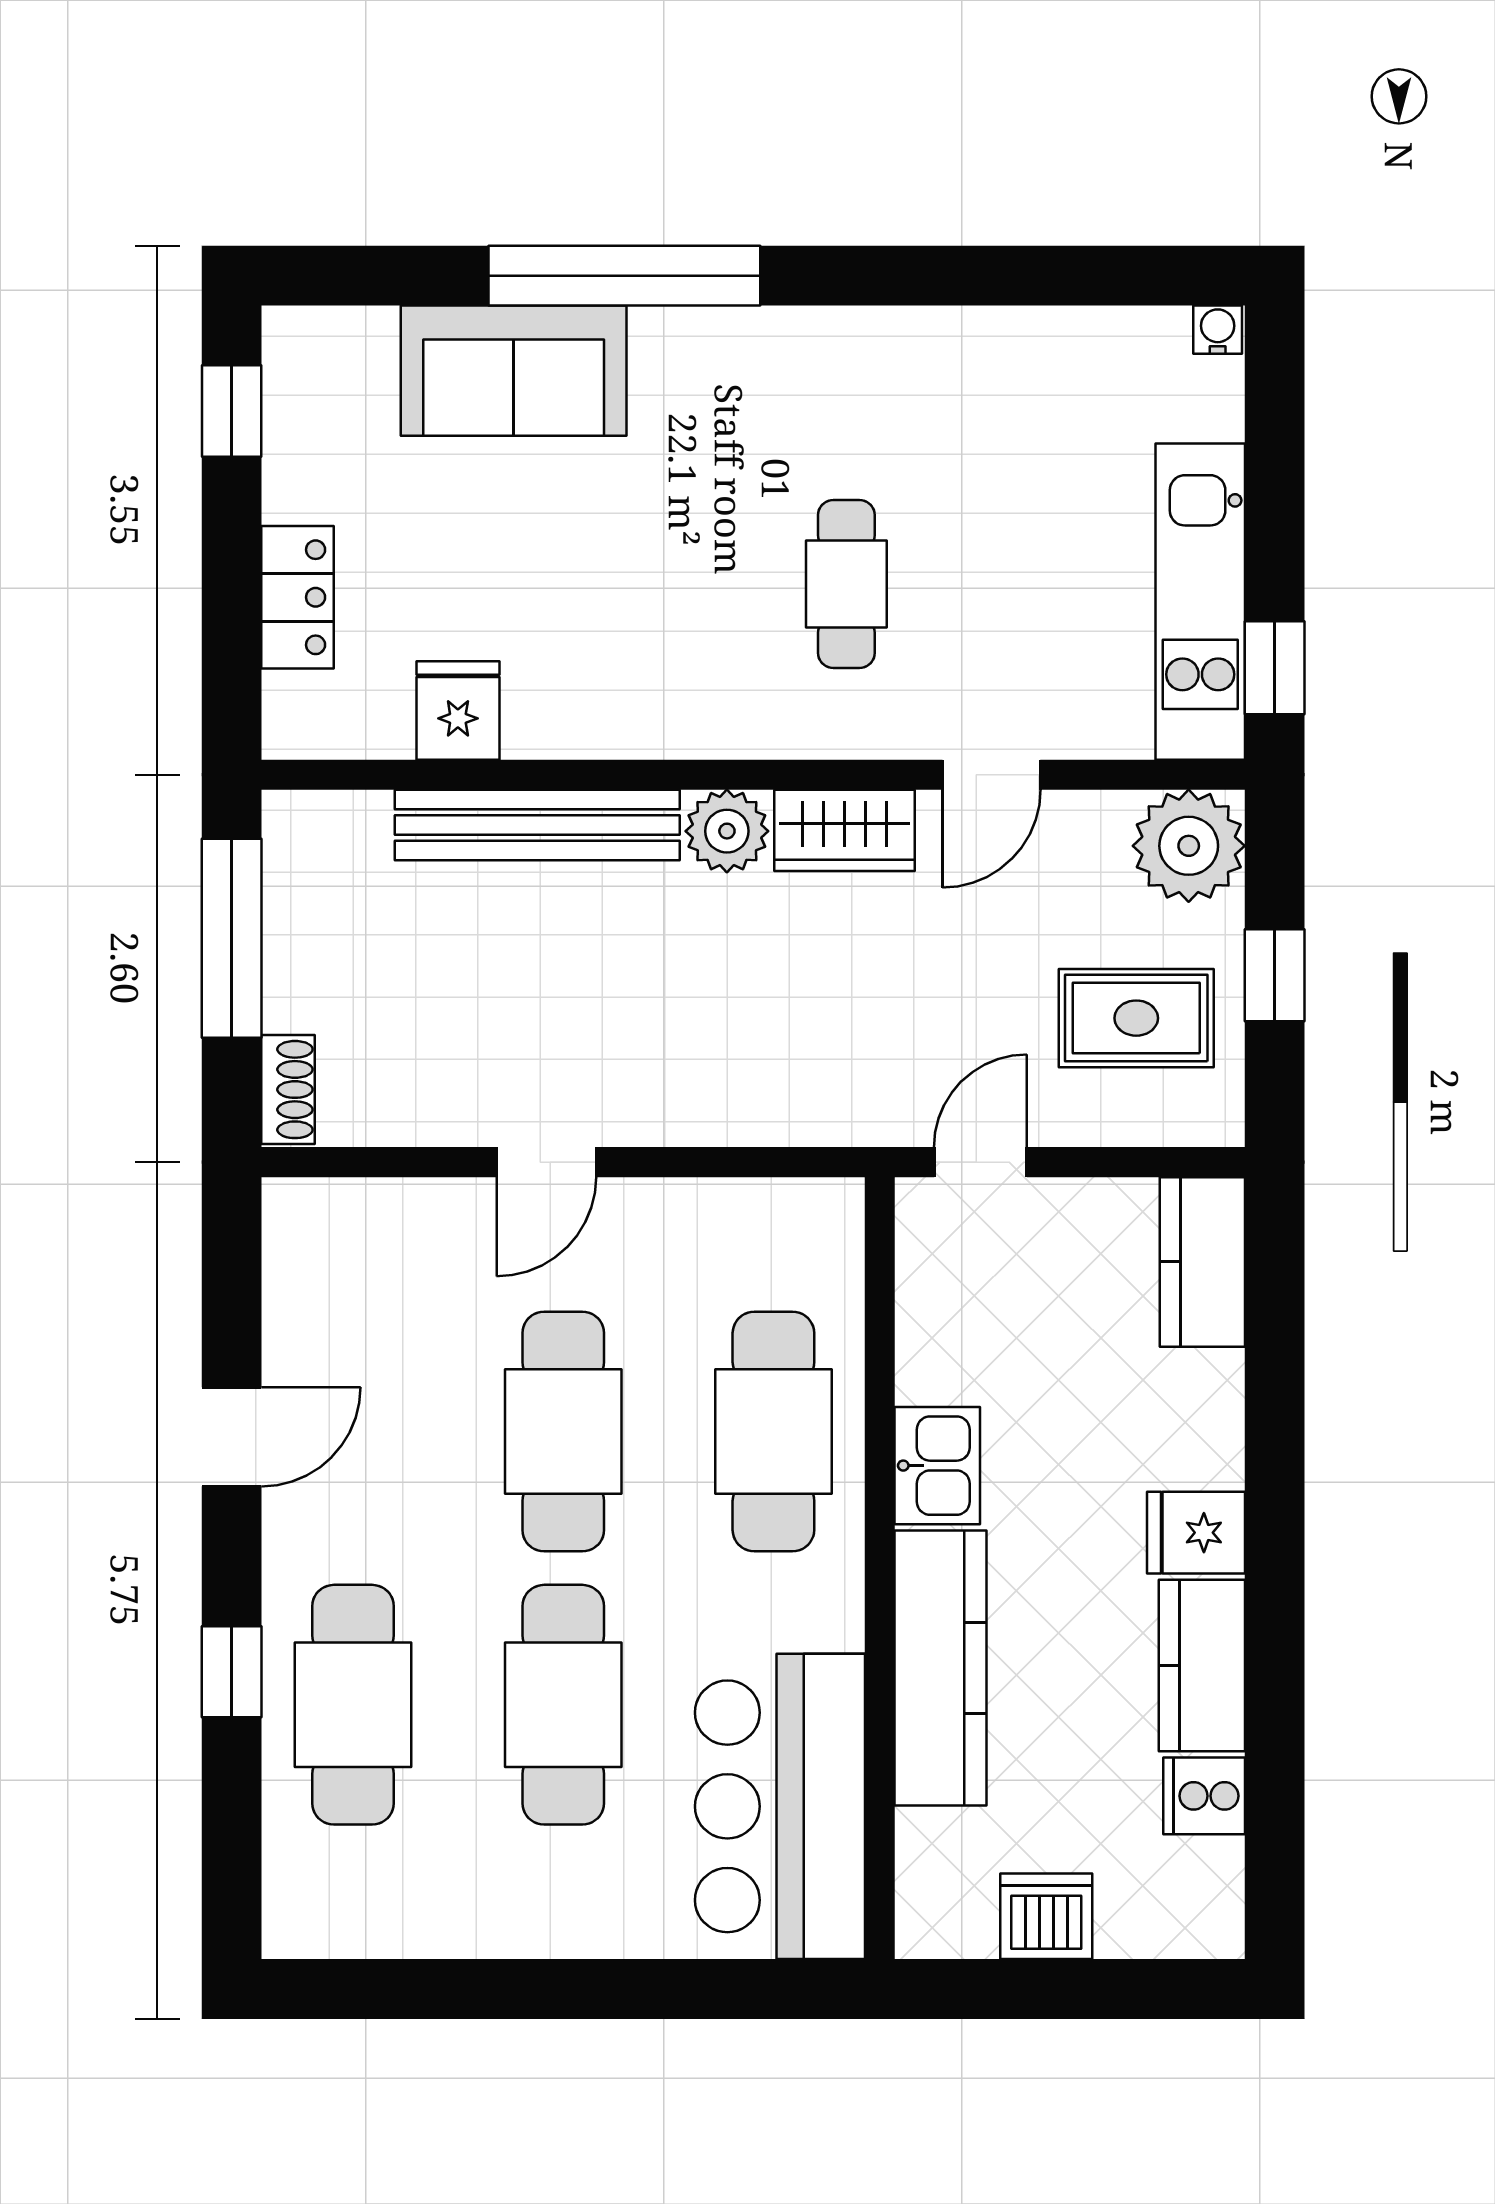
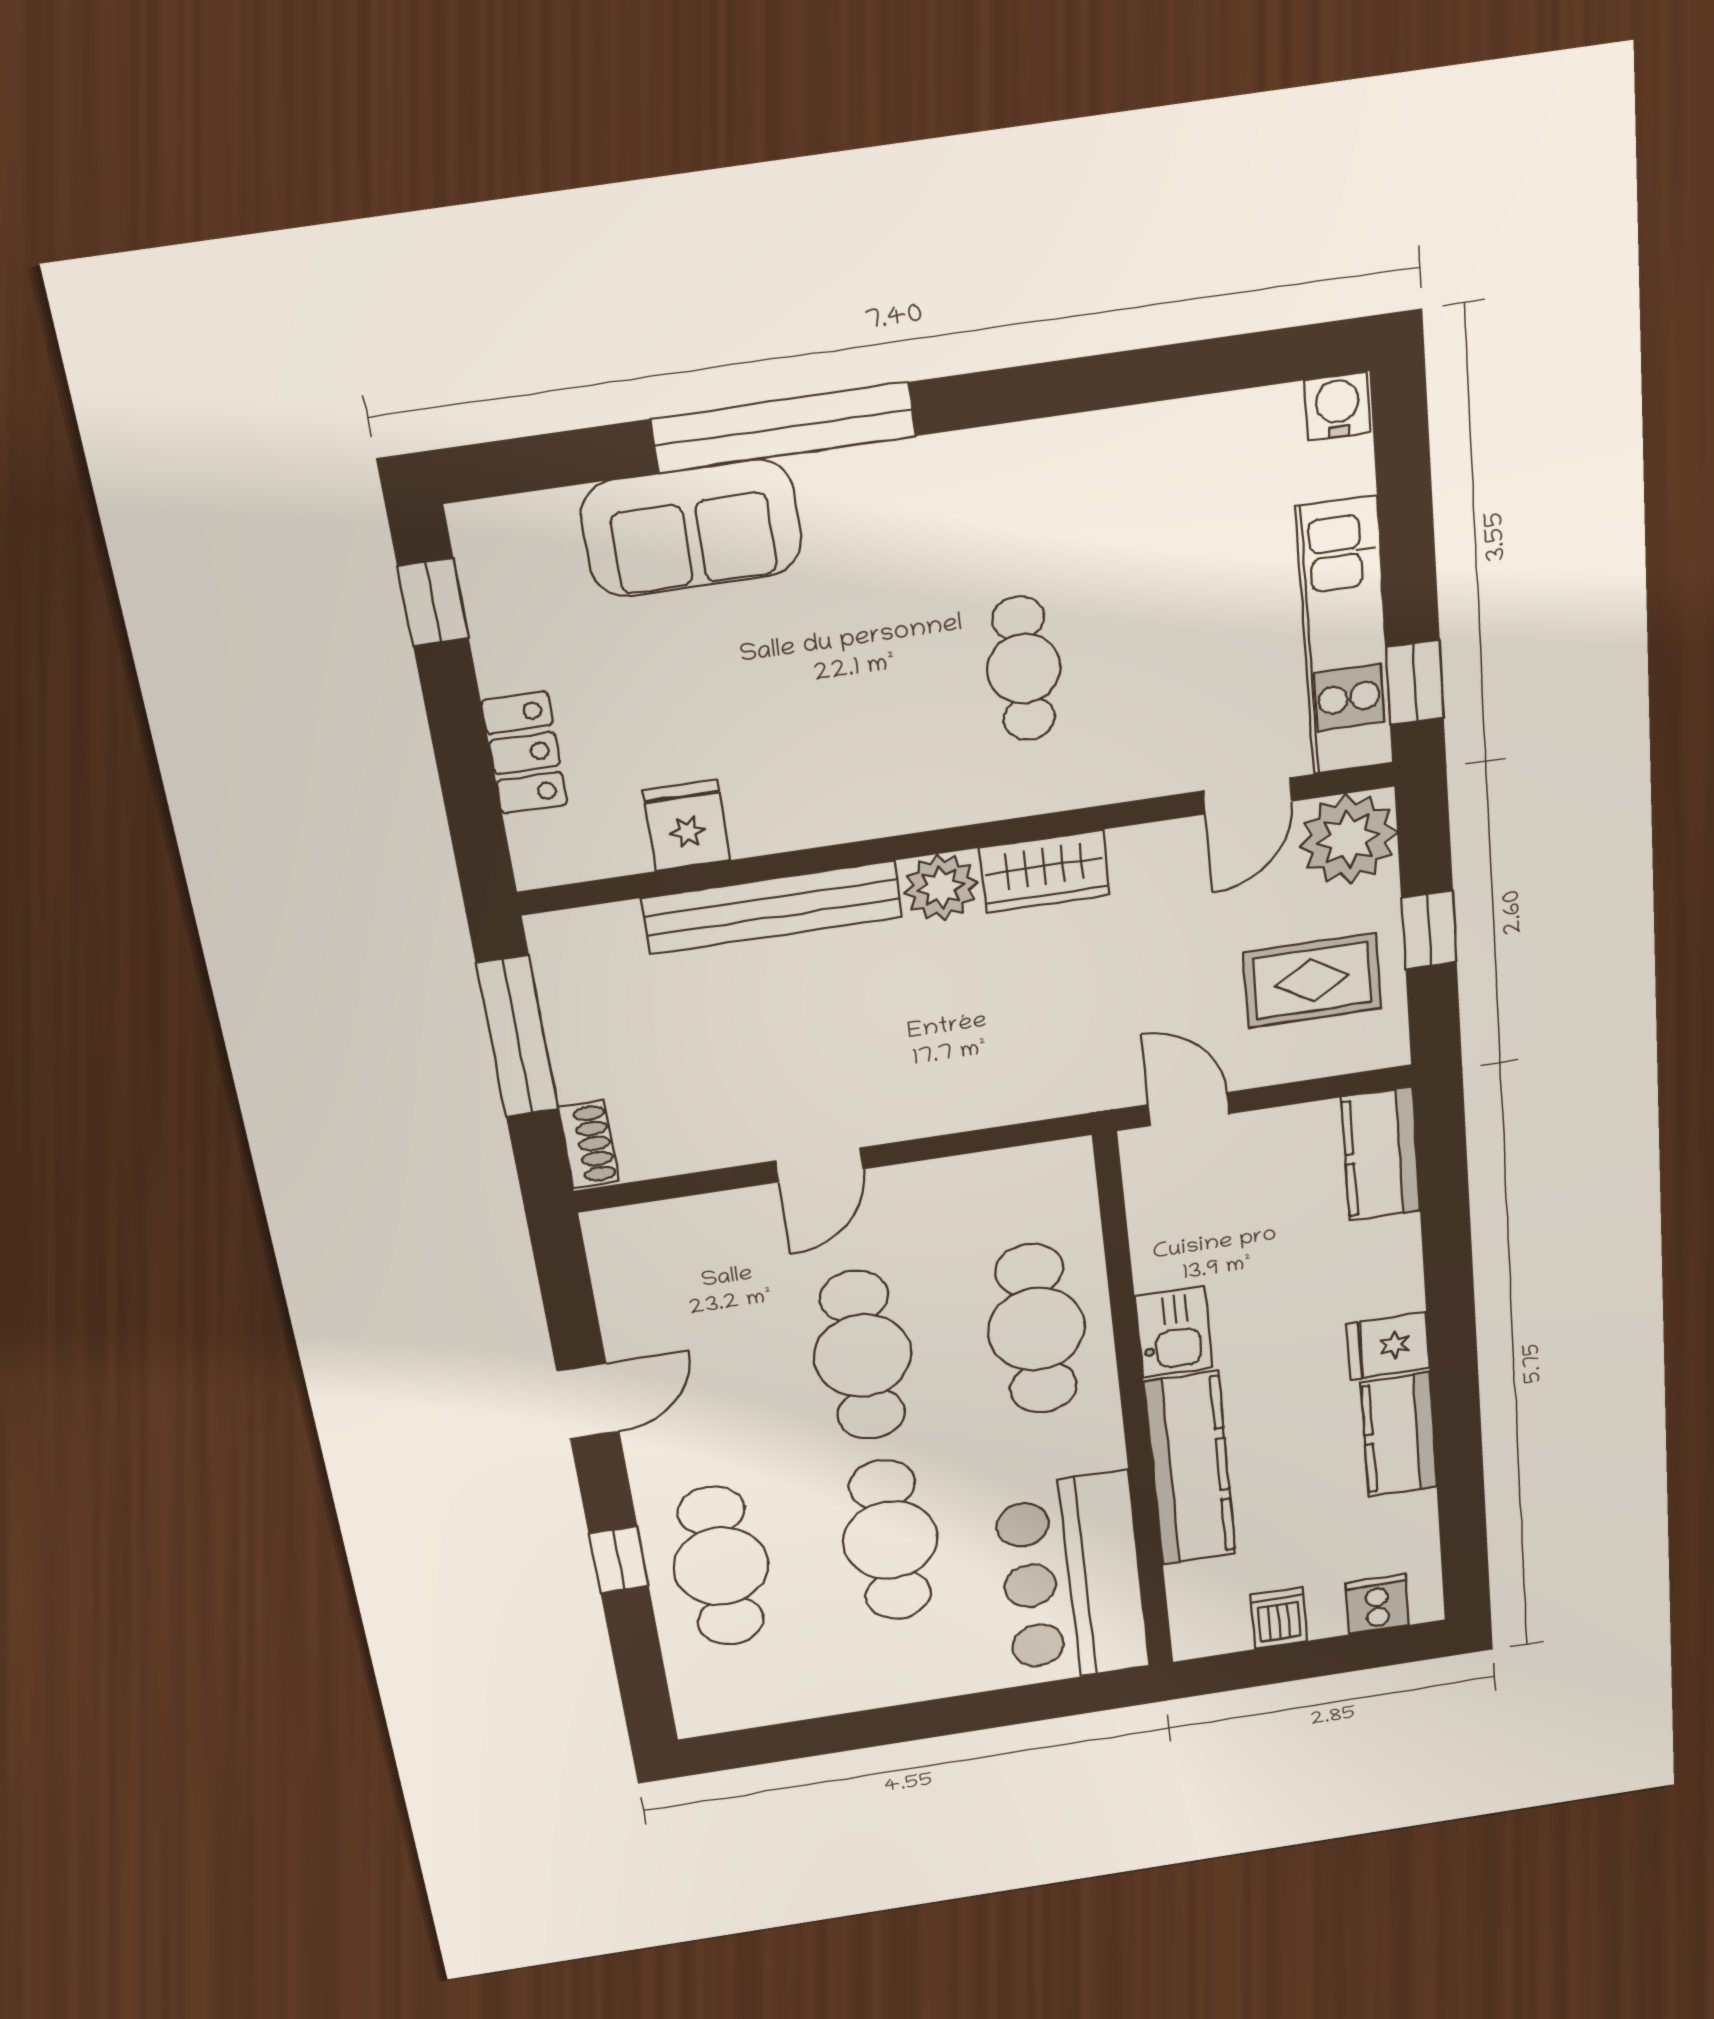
water cooler: (1218, 330) -> (1337, 406), width x1.38, depth x1.38
door: (991, 775) -> (1248, 796), moved
door: (980, 1162) -> (1189, 1109), hinge flipped
cooker: (1204, 1796) -> (1377, 1604), moved, turned 90
dishwasher: (1046, 1916) -> (1279, 1618), width x0.73

